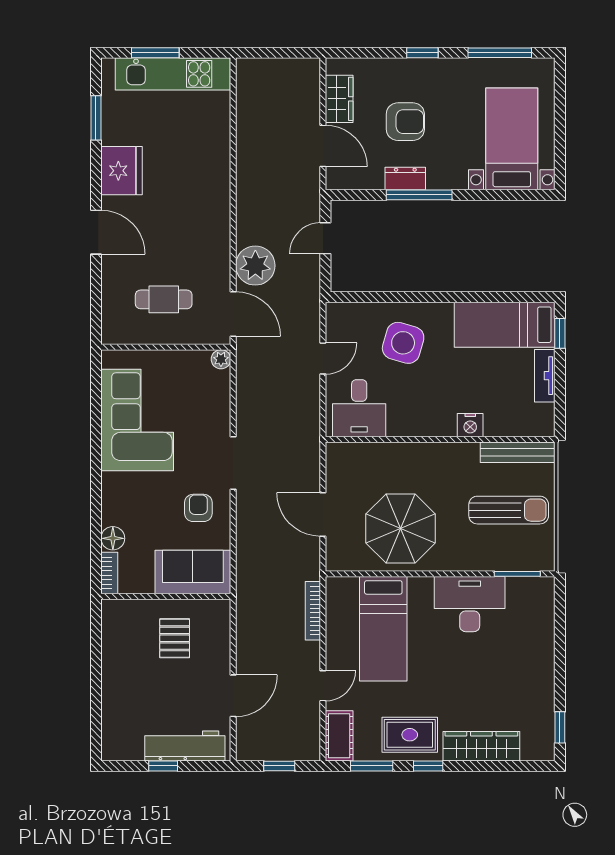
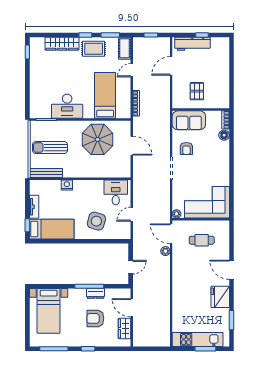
plant: (255, 266) -> (165, 251), width x0.53, depth x0.53
corner sofa: (137, 420) -> (207, 202), moved, turned 90

